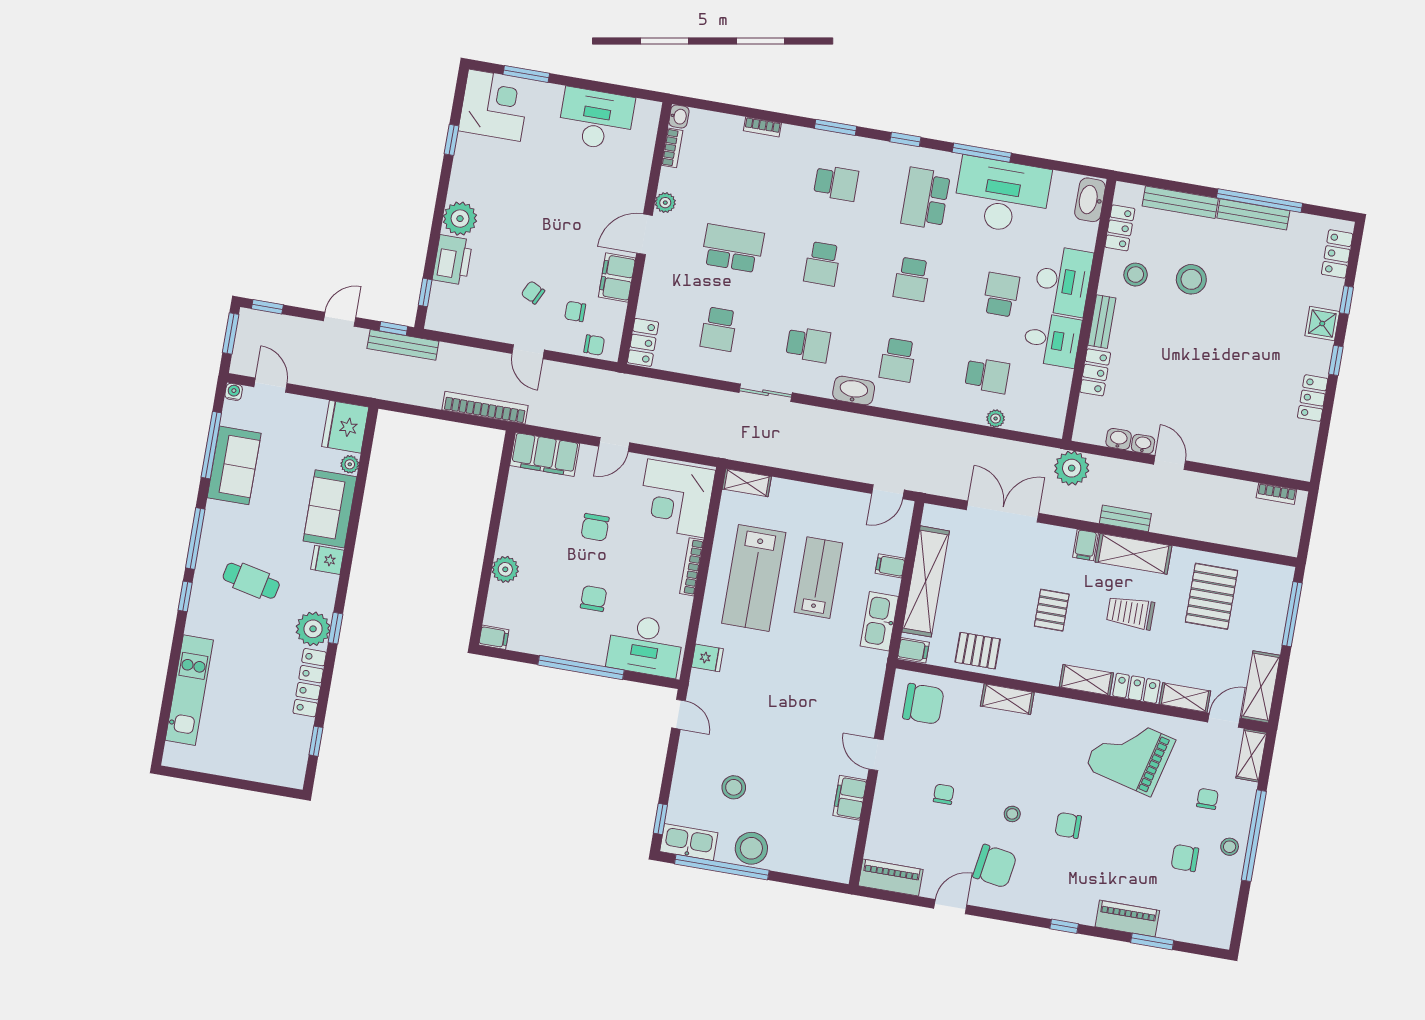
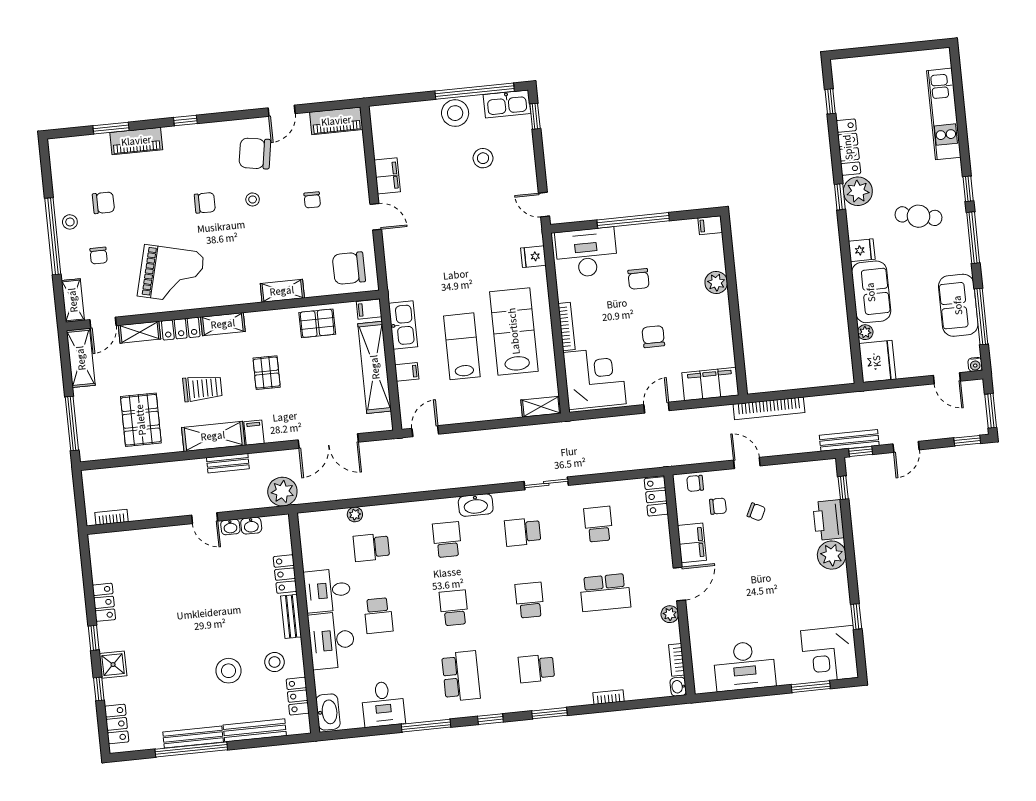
desk: (1002, 196) -> (383, 704), width x0.53, depth x0.77
lab bench: (818, 578) -> (462, 346), turned 180

